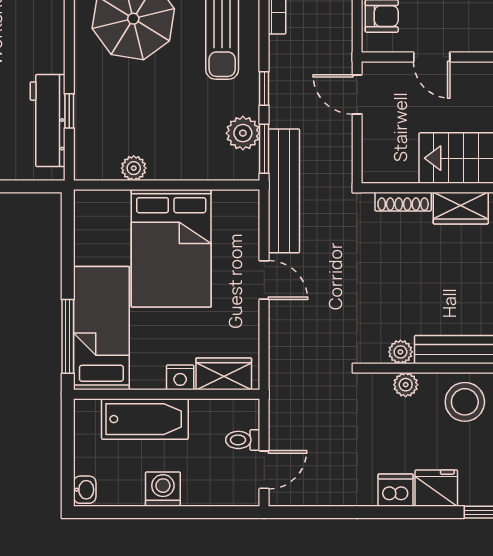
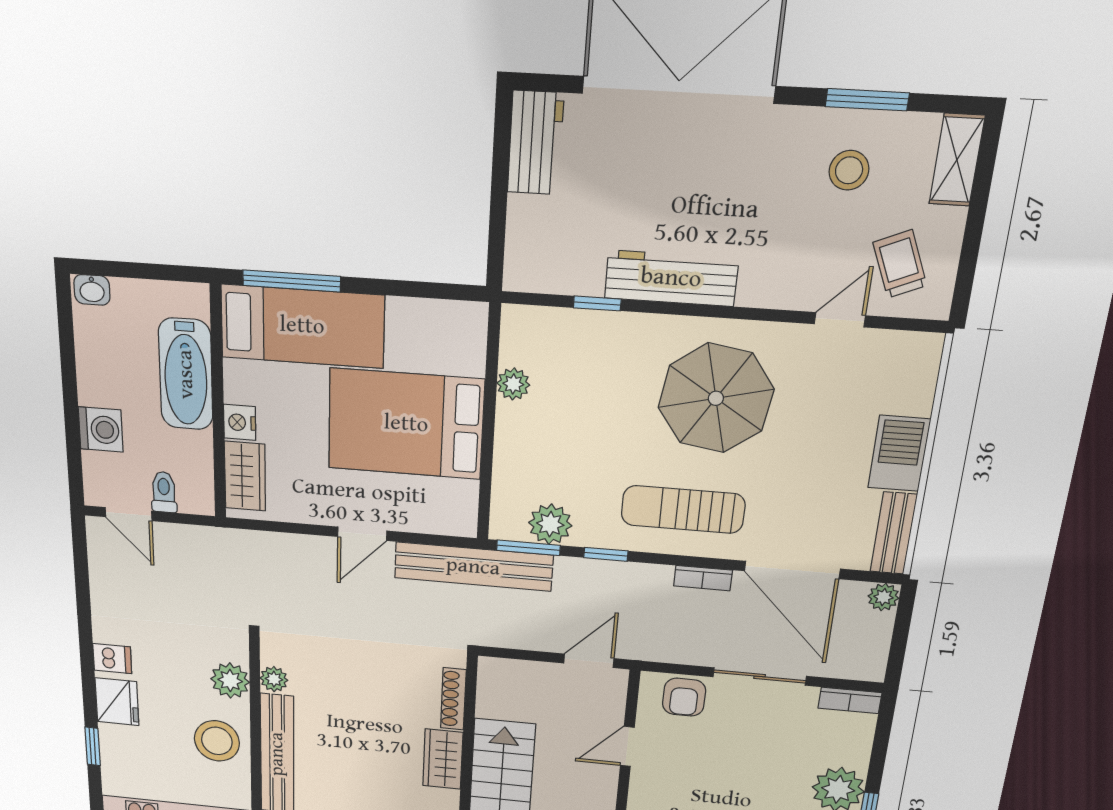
workbench: (48, 121) -> (671, 278), moved
plant: (406, 385) -> (230, 680), width x1.38, depth x1.38
washing machine: (163, 489) -> (101, 430), moved
dishwasher: (396, 490) -> (112, 659), width x0.73

